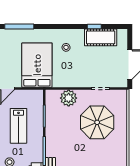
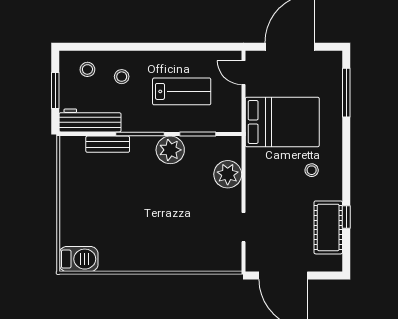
parasol: (97, 122) -> (187, 222), removed
lab bench: (19, 126) -> (182, 91), turned 180
plant: (54, 133) -> (170, 150), added

